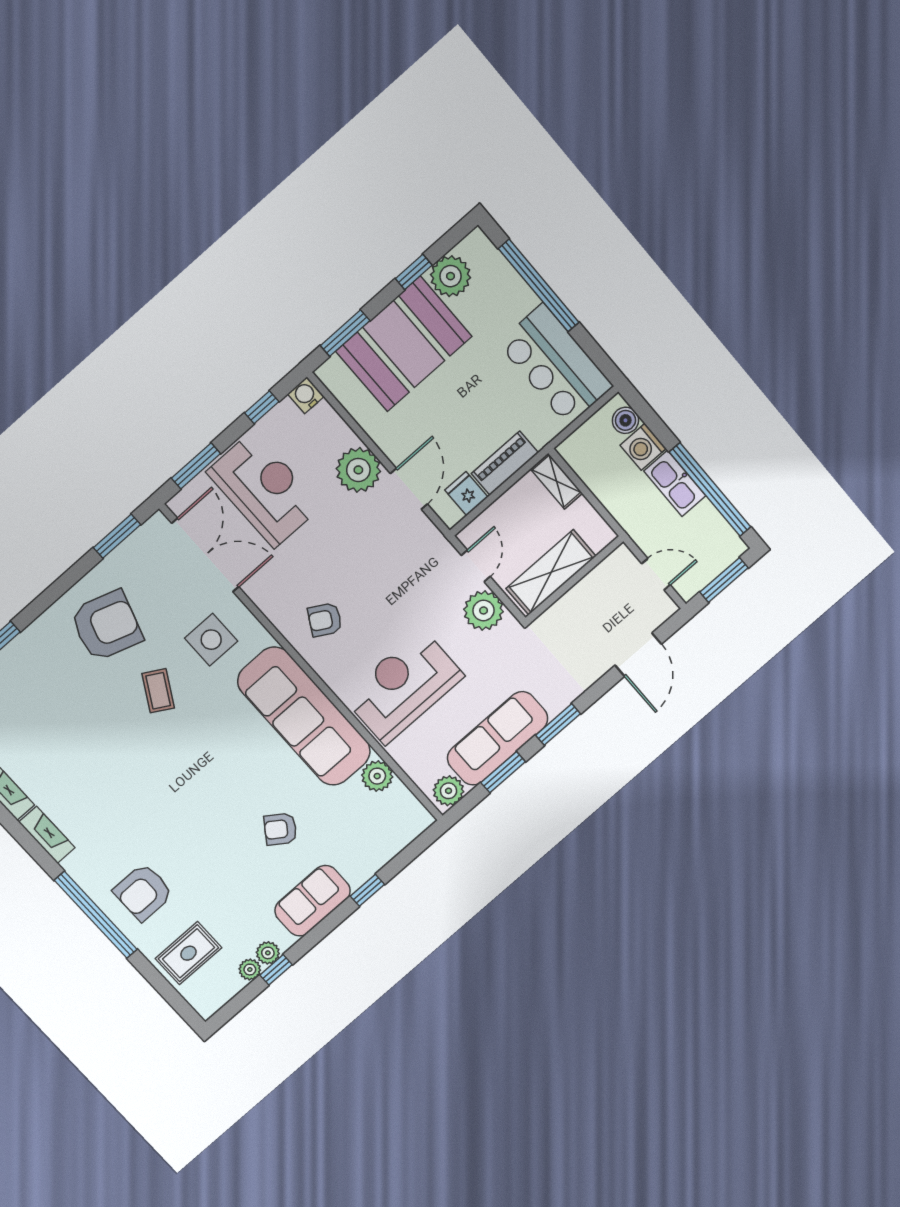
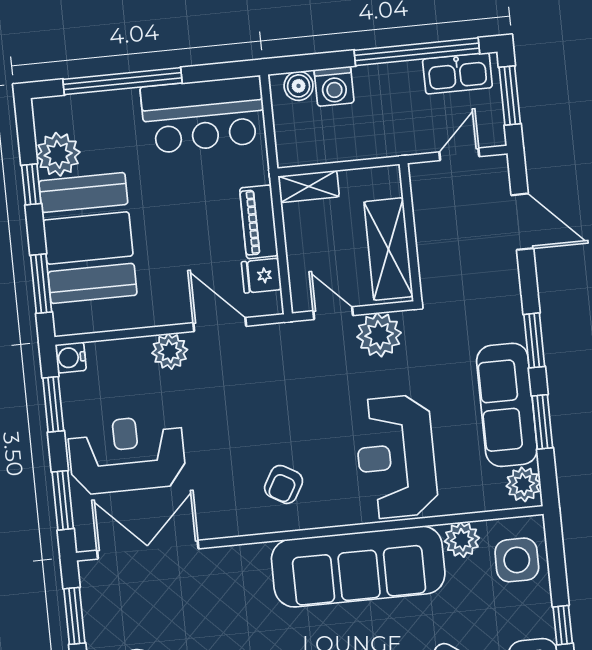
window: (262, 407) -> (53, 404), width x1.50
plant: (358, 470) -> (170, 351), width x0.73, depth x0.73
kitchen sink: (675, 483) -> (457, 73), moved
side table: (211, 640) -> (517, 560), moved

